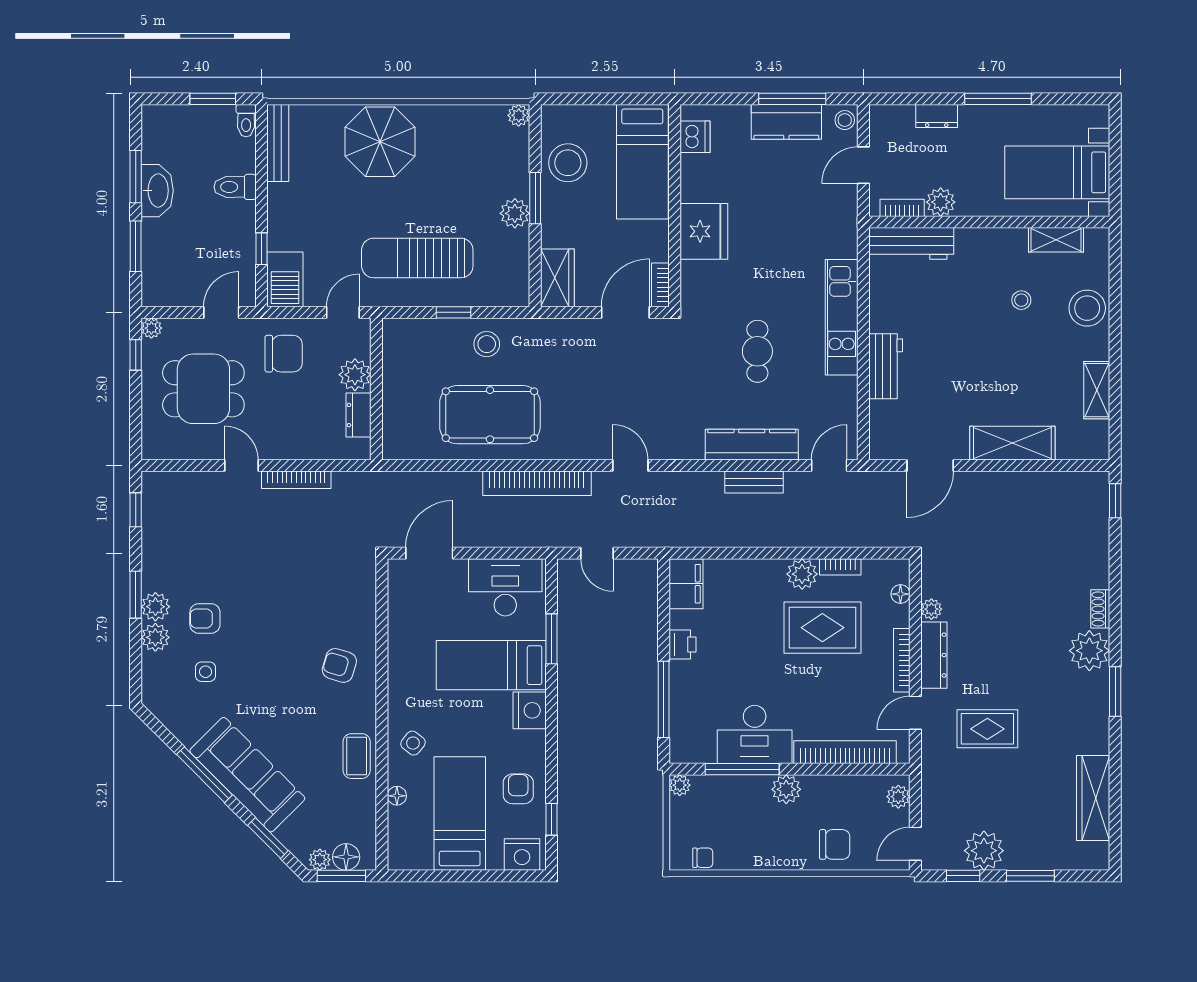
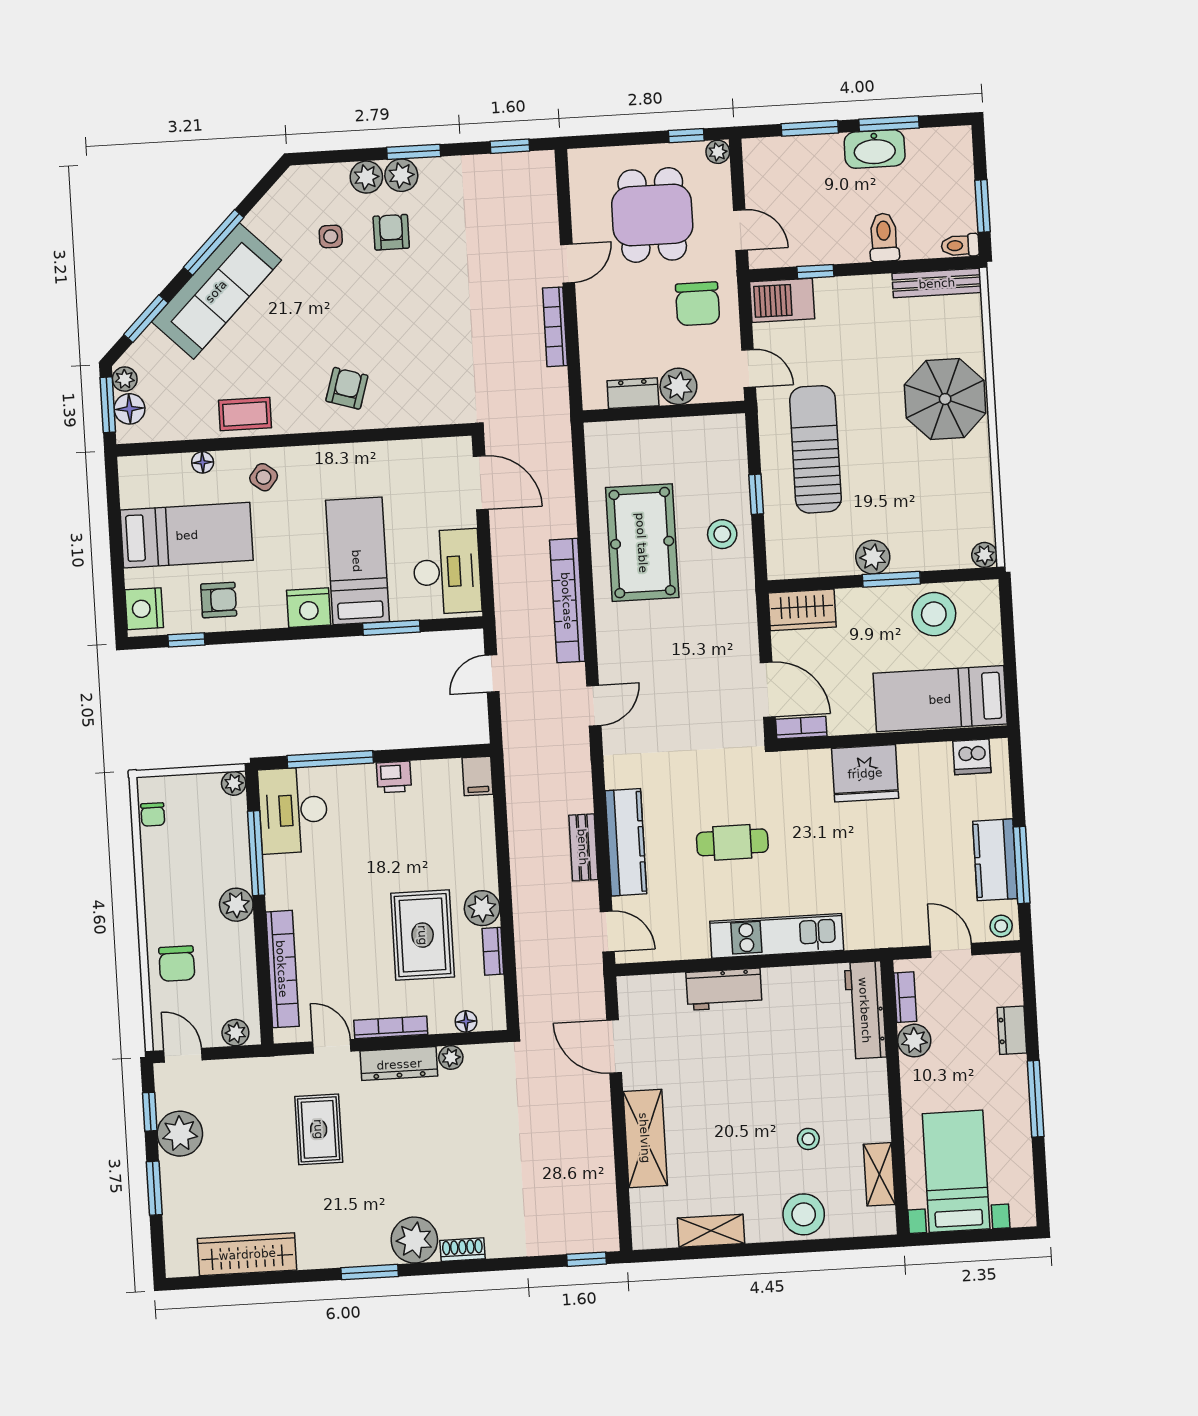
filing cabinet: (686, 584) -> (478, 776), width x0.50
desk: (755, 734) -> (293, 810), moved

